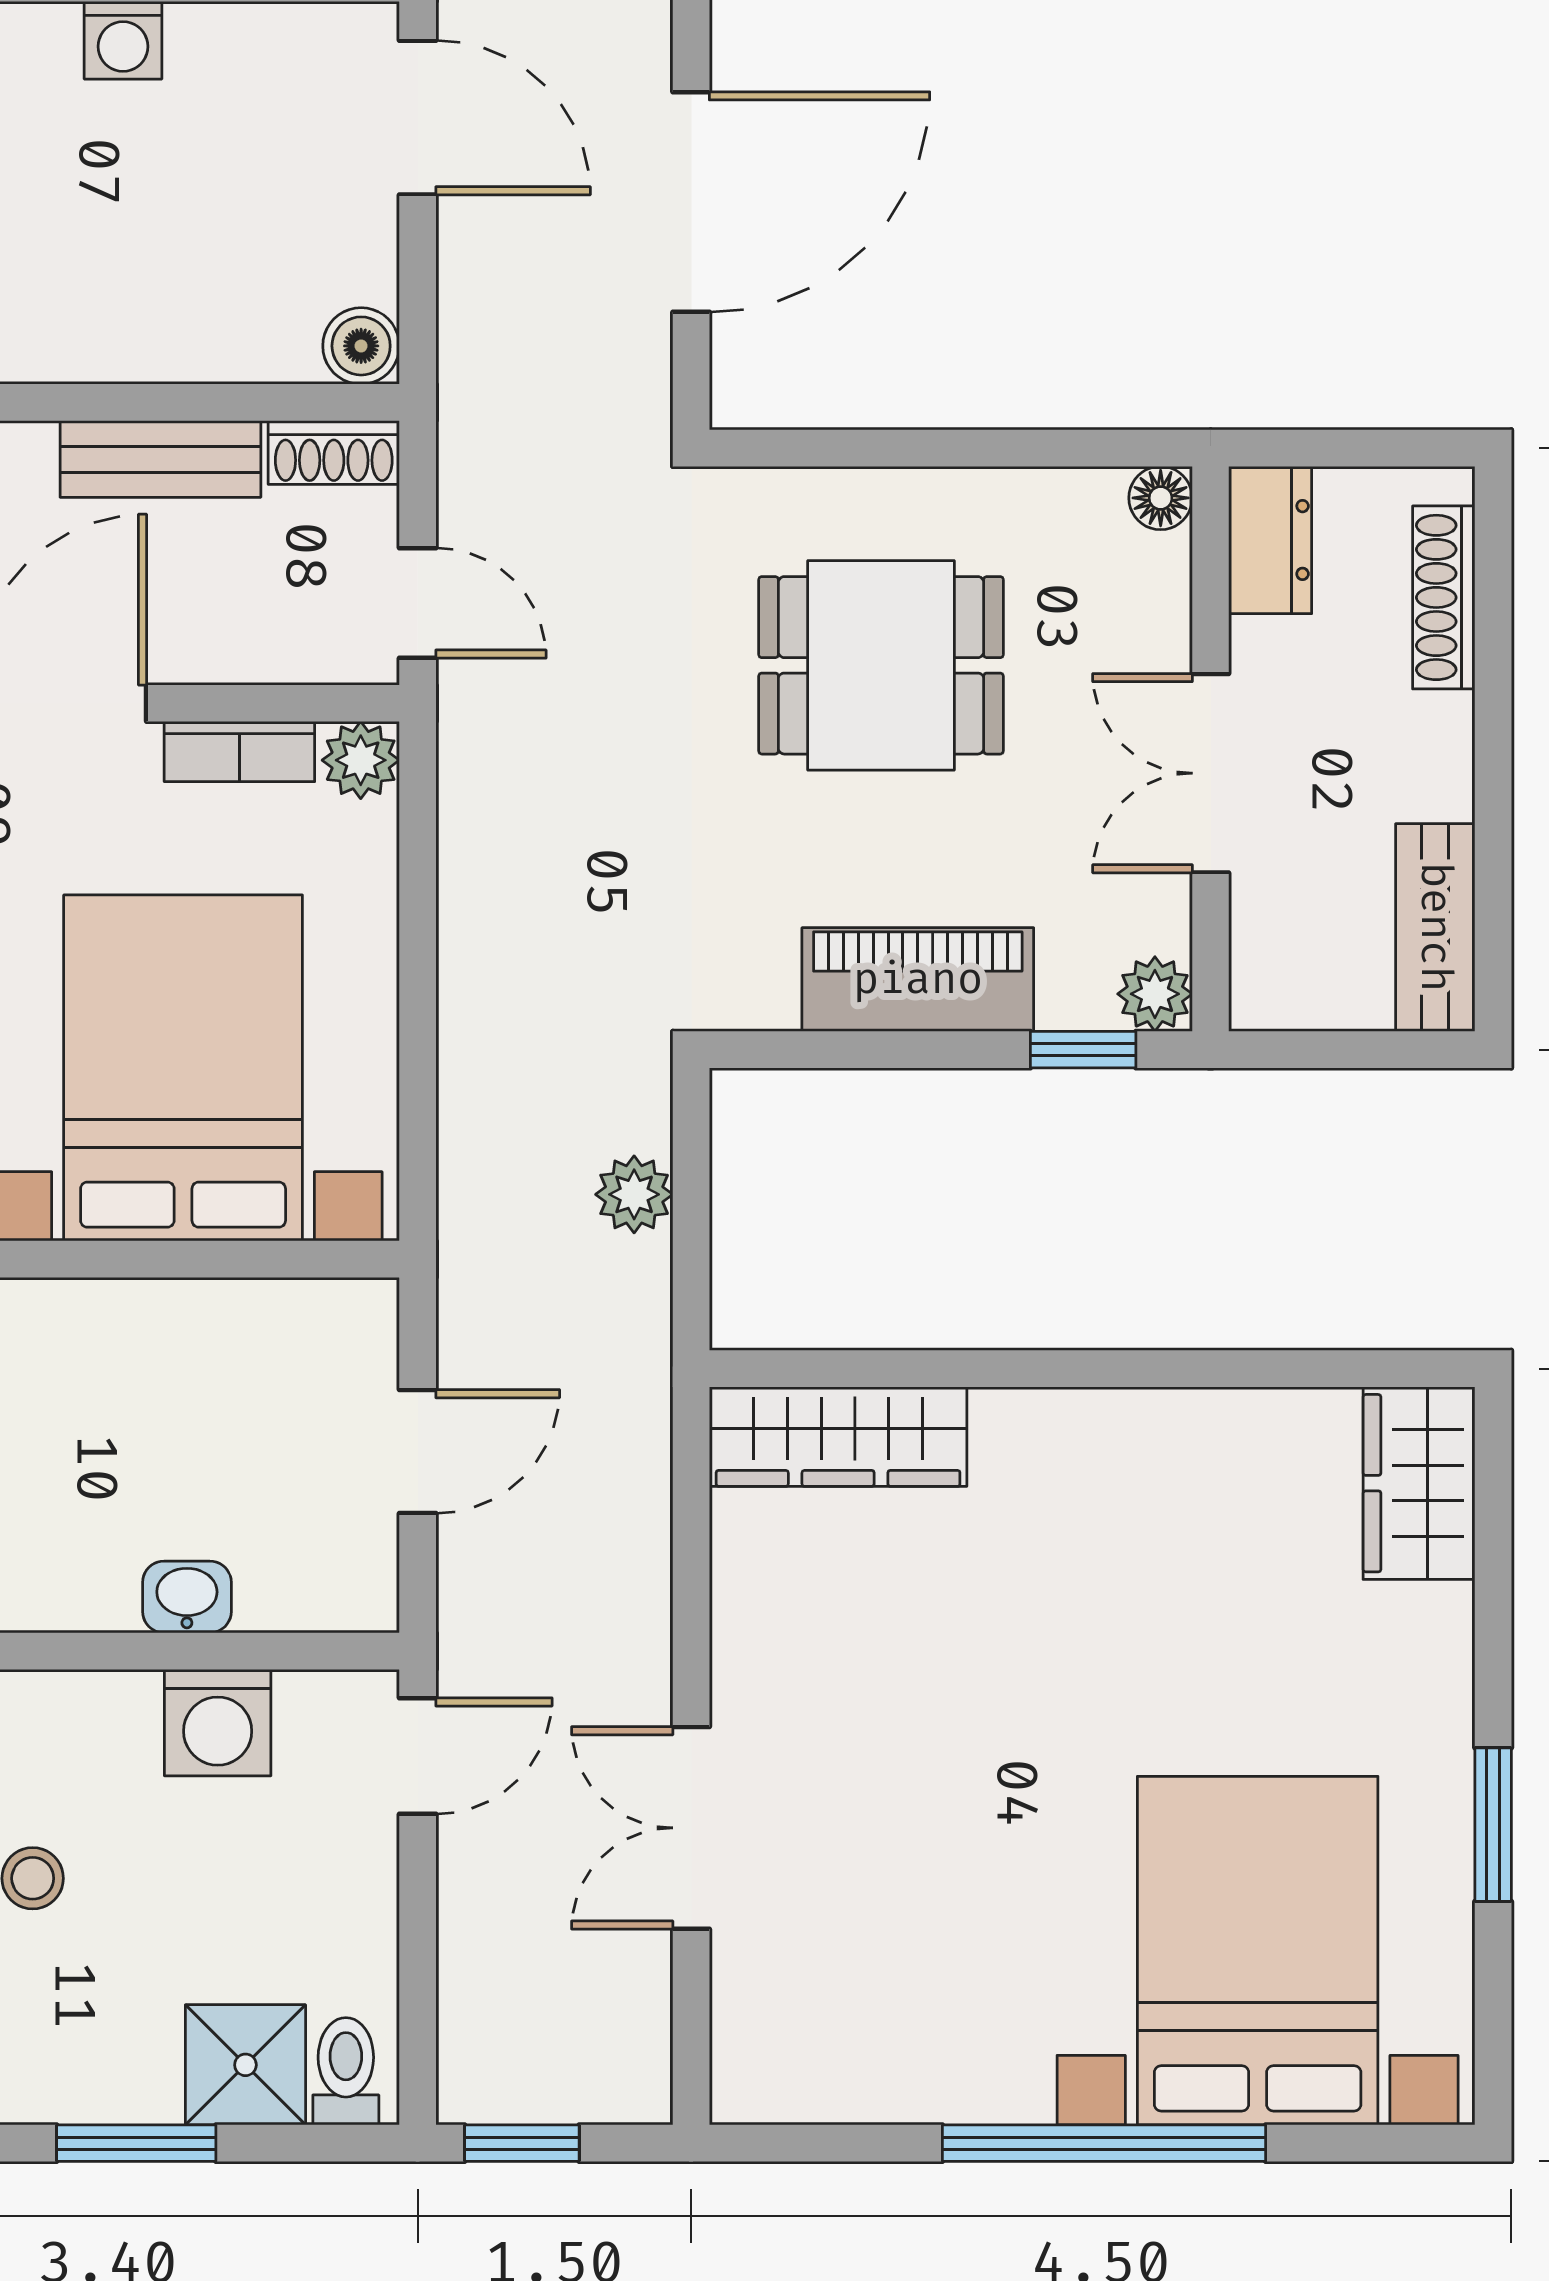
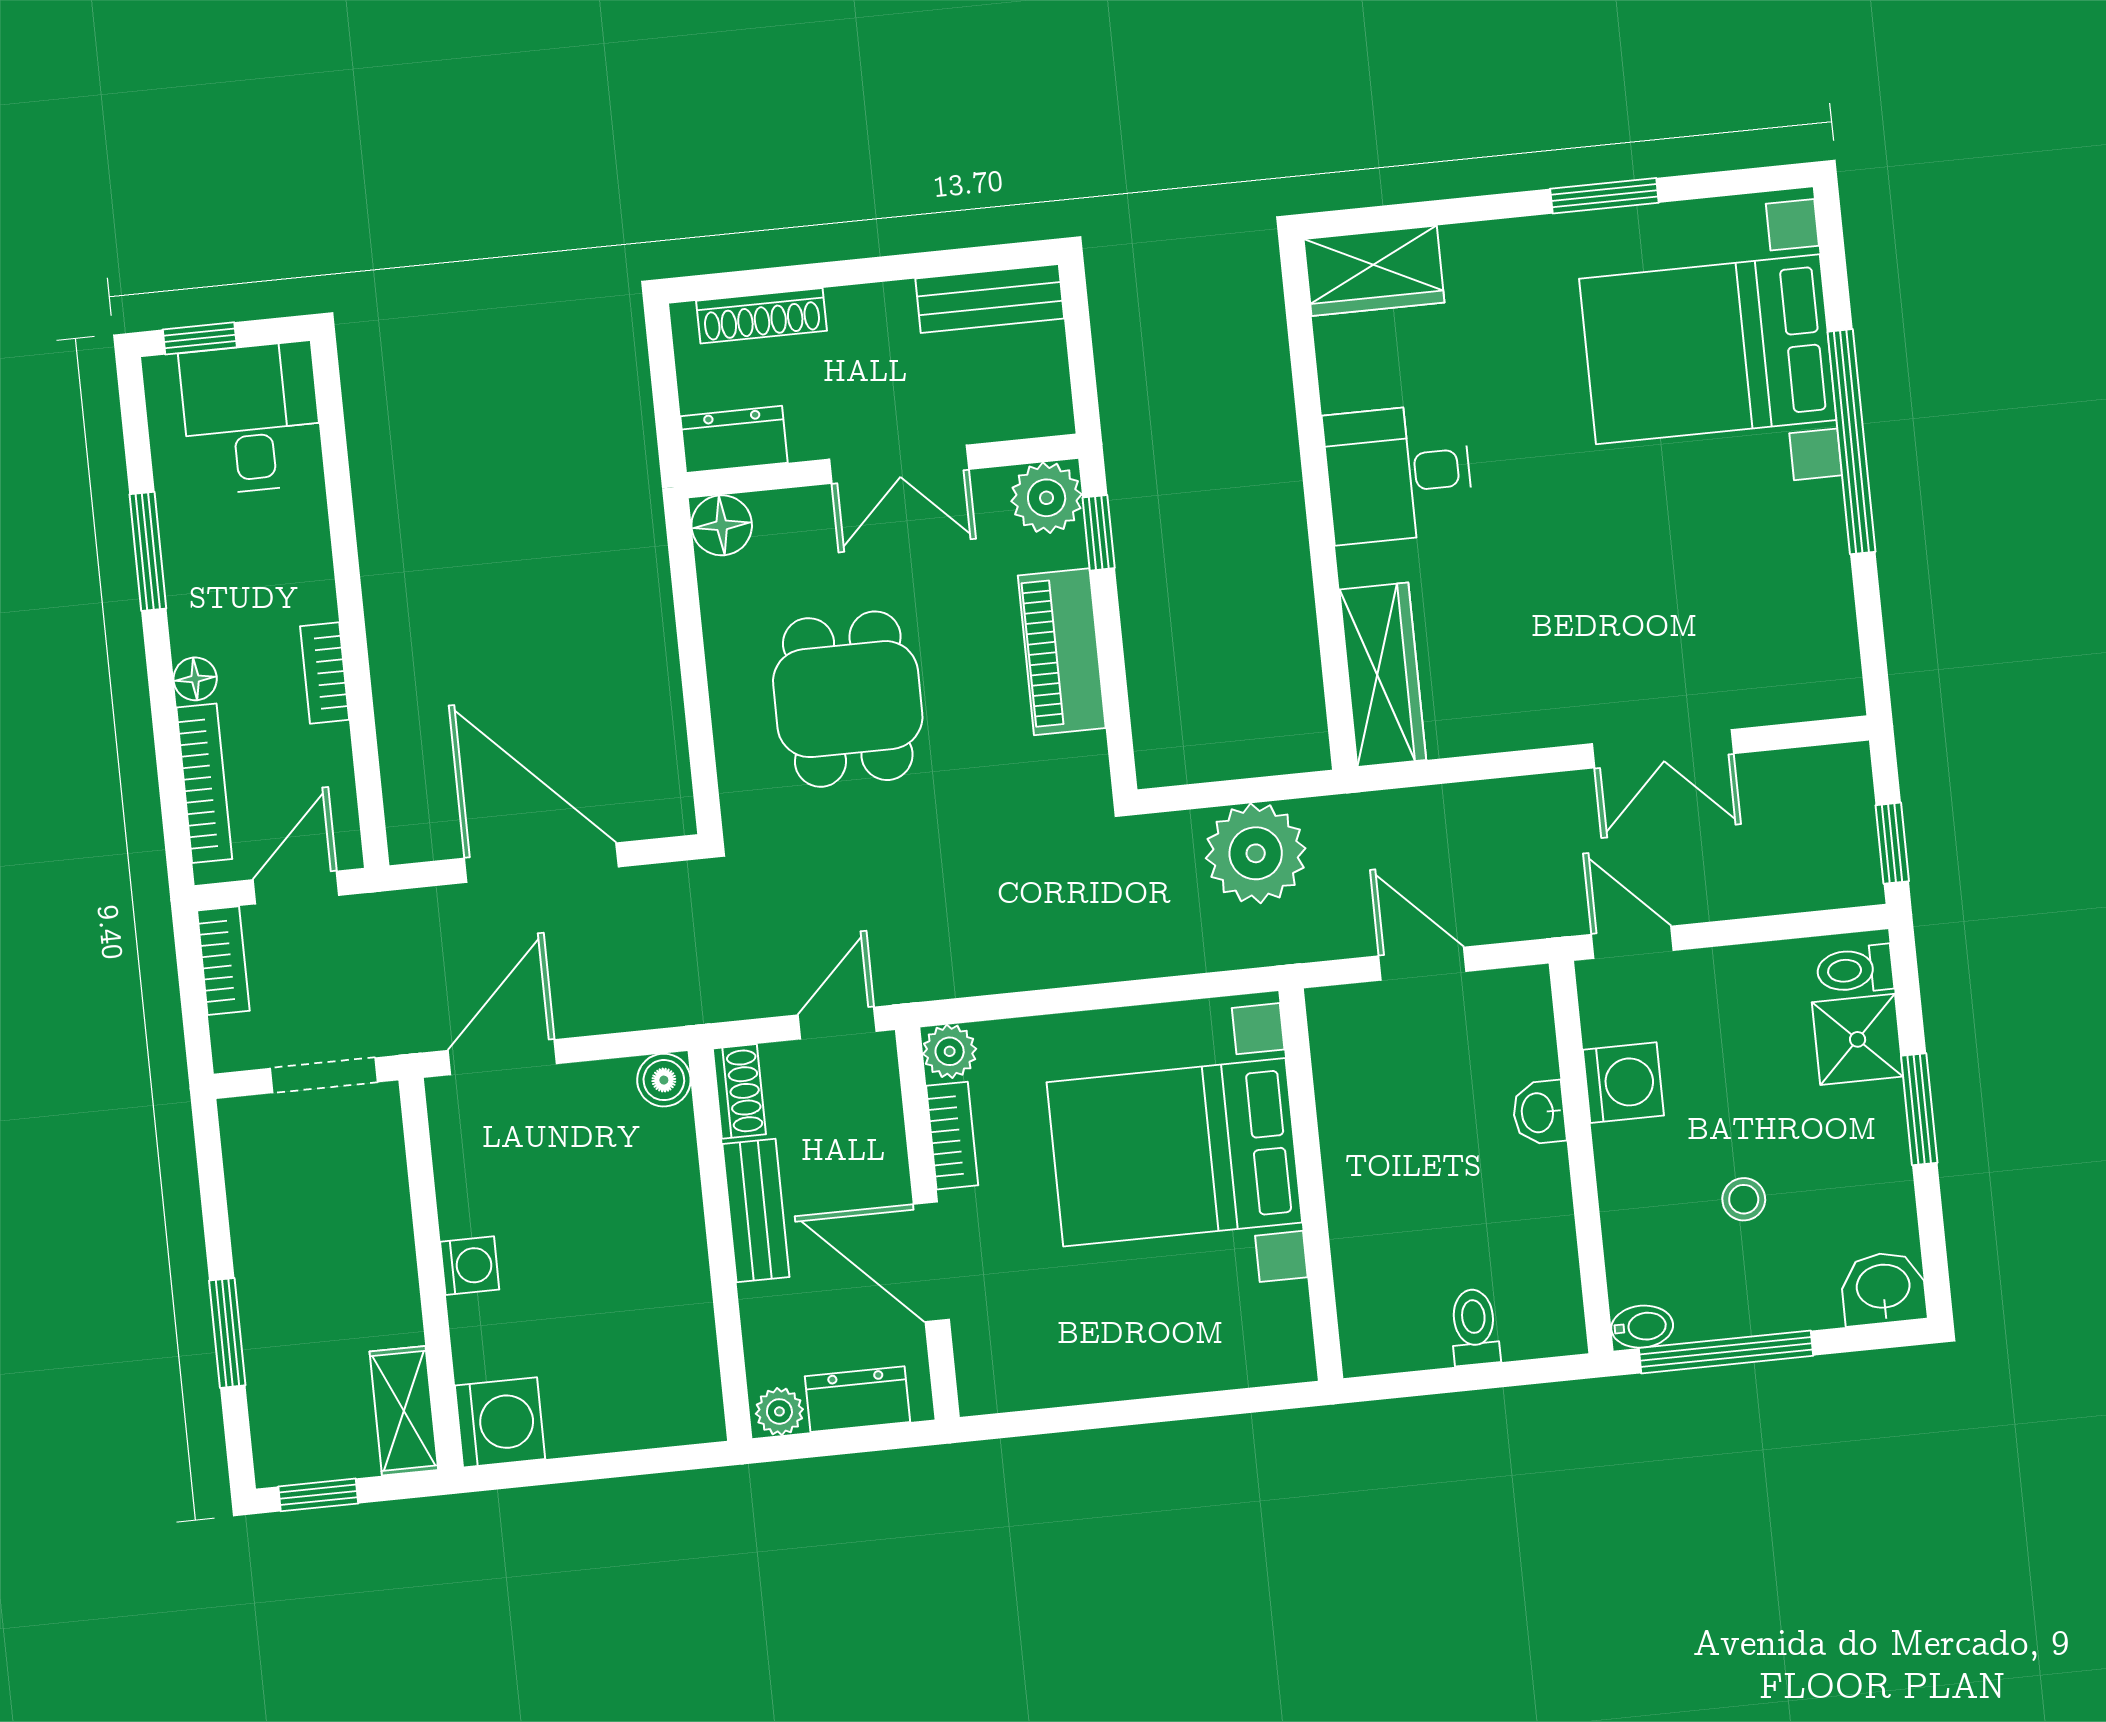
floor lamp: (1161, 498) -> (722, 525), width x1.37, depth x1.37
plant: (1155, 994) -> (1047, 498), width x1.38, depth x1.38
plant: (634, 1194) -> (1256, 853), width x1.88, depth x1.88
desk: (1124, 1489) -> (1399, 474), added

